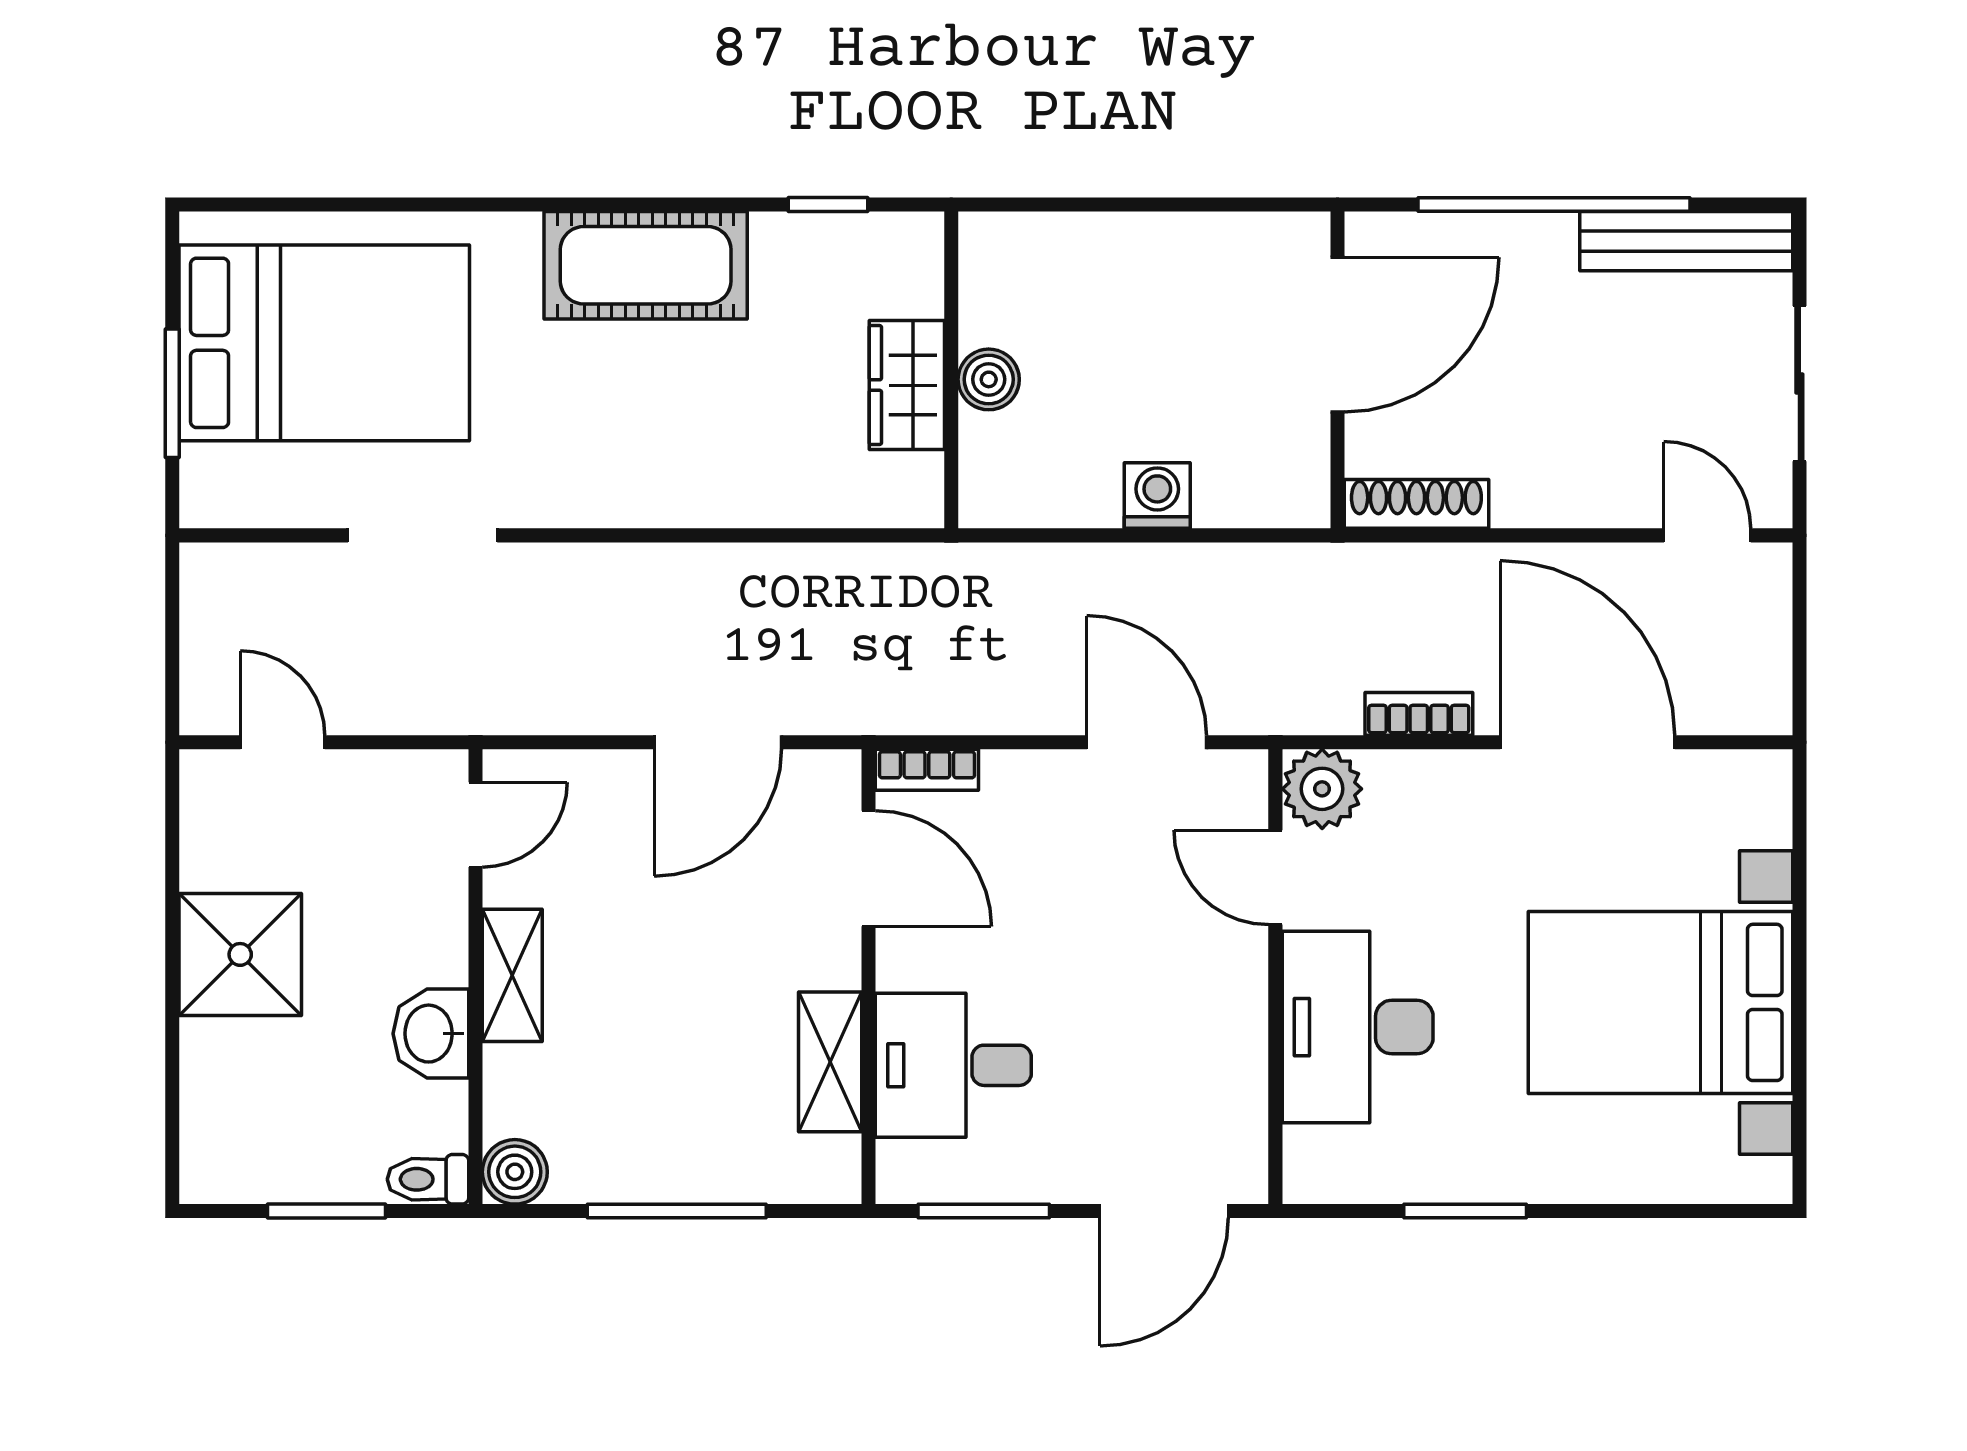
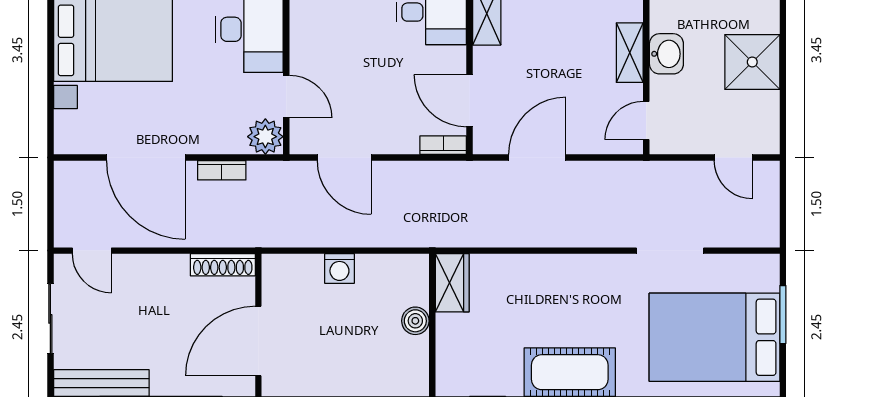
wardrobe: (907, 385) -> (452, 283), moved
washbasin: (431, 1034) -> (666, 54), moved

